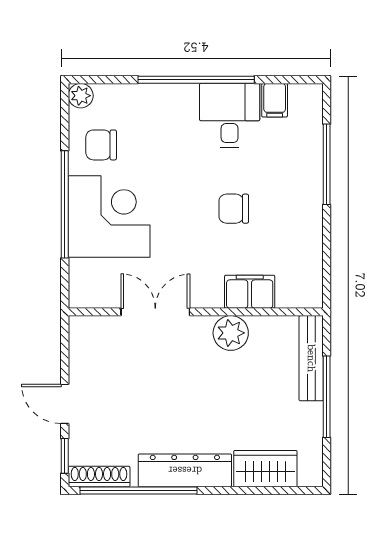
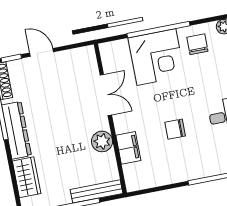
chair: (234, 209) -> (175, 129), turned -90
door: (65, 404) -> (42, 52), hinge flipped

